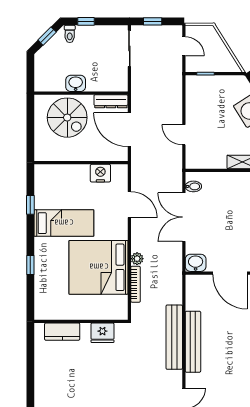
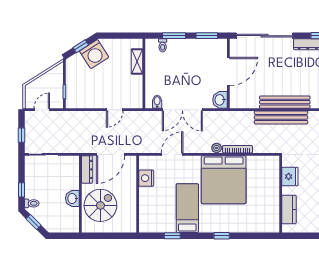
wall: (81, 321) -> (281, 194), moved
kitchen counter: (62, 332) -> (289, 210), moved
fridge: (102, 333) -> (290, 176), moved

